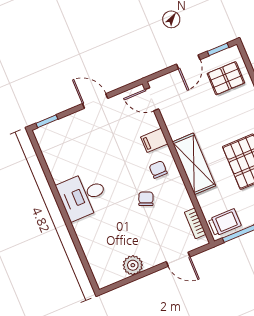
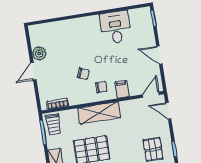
door: (188, 62) -> (168, 111), moved
door: (95, 101) -> (159, 55), swing flipped
desk: (83, 196) -> (116, 27), moved
door: (178, 259) -> (33, 71), moved

